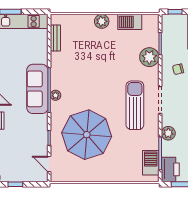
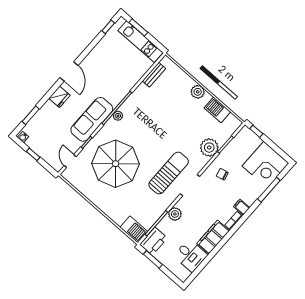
sofa: (37, 89) -> (92, 119), moved
barbecue: (151, 163) -> (134, 229), moved, turned 90

